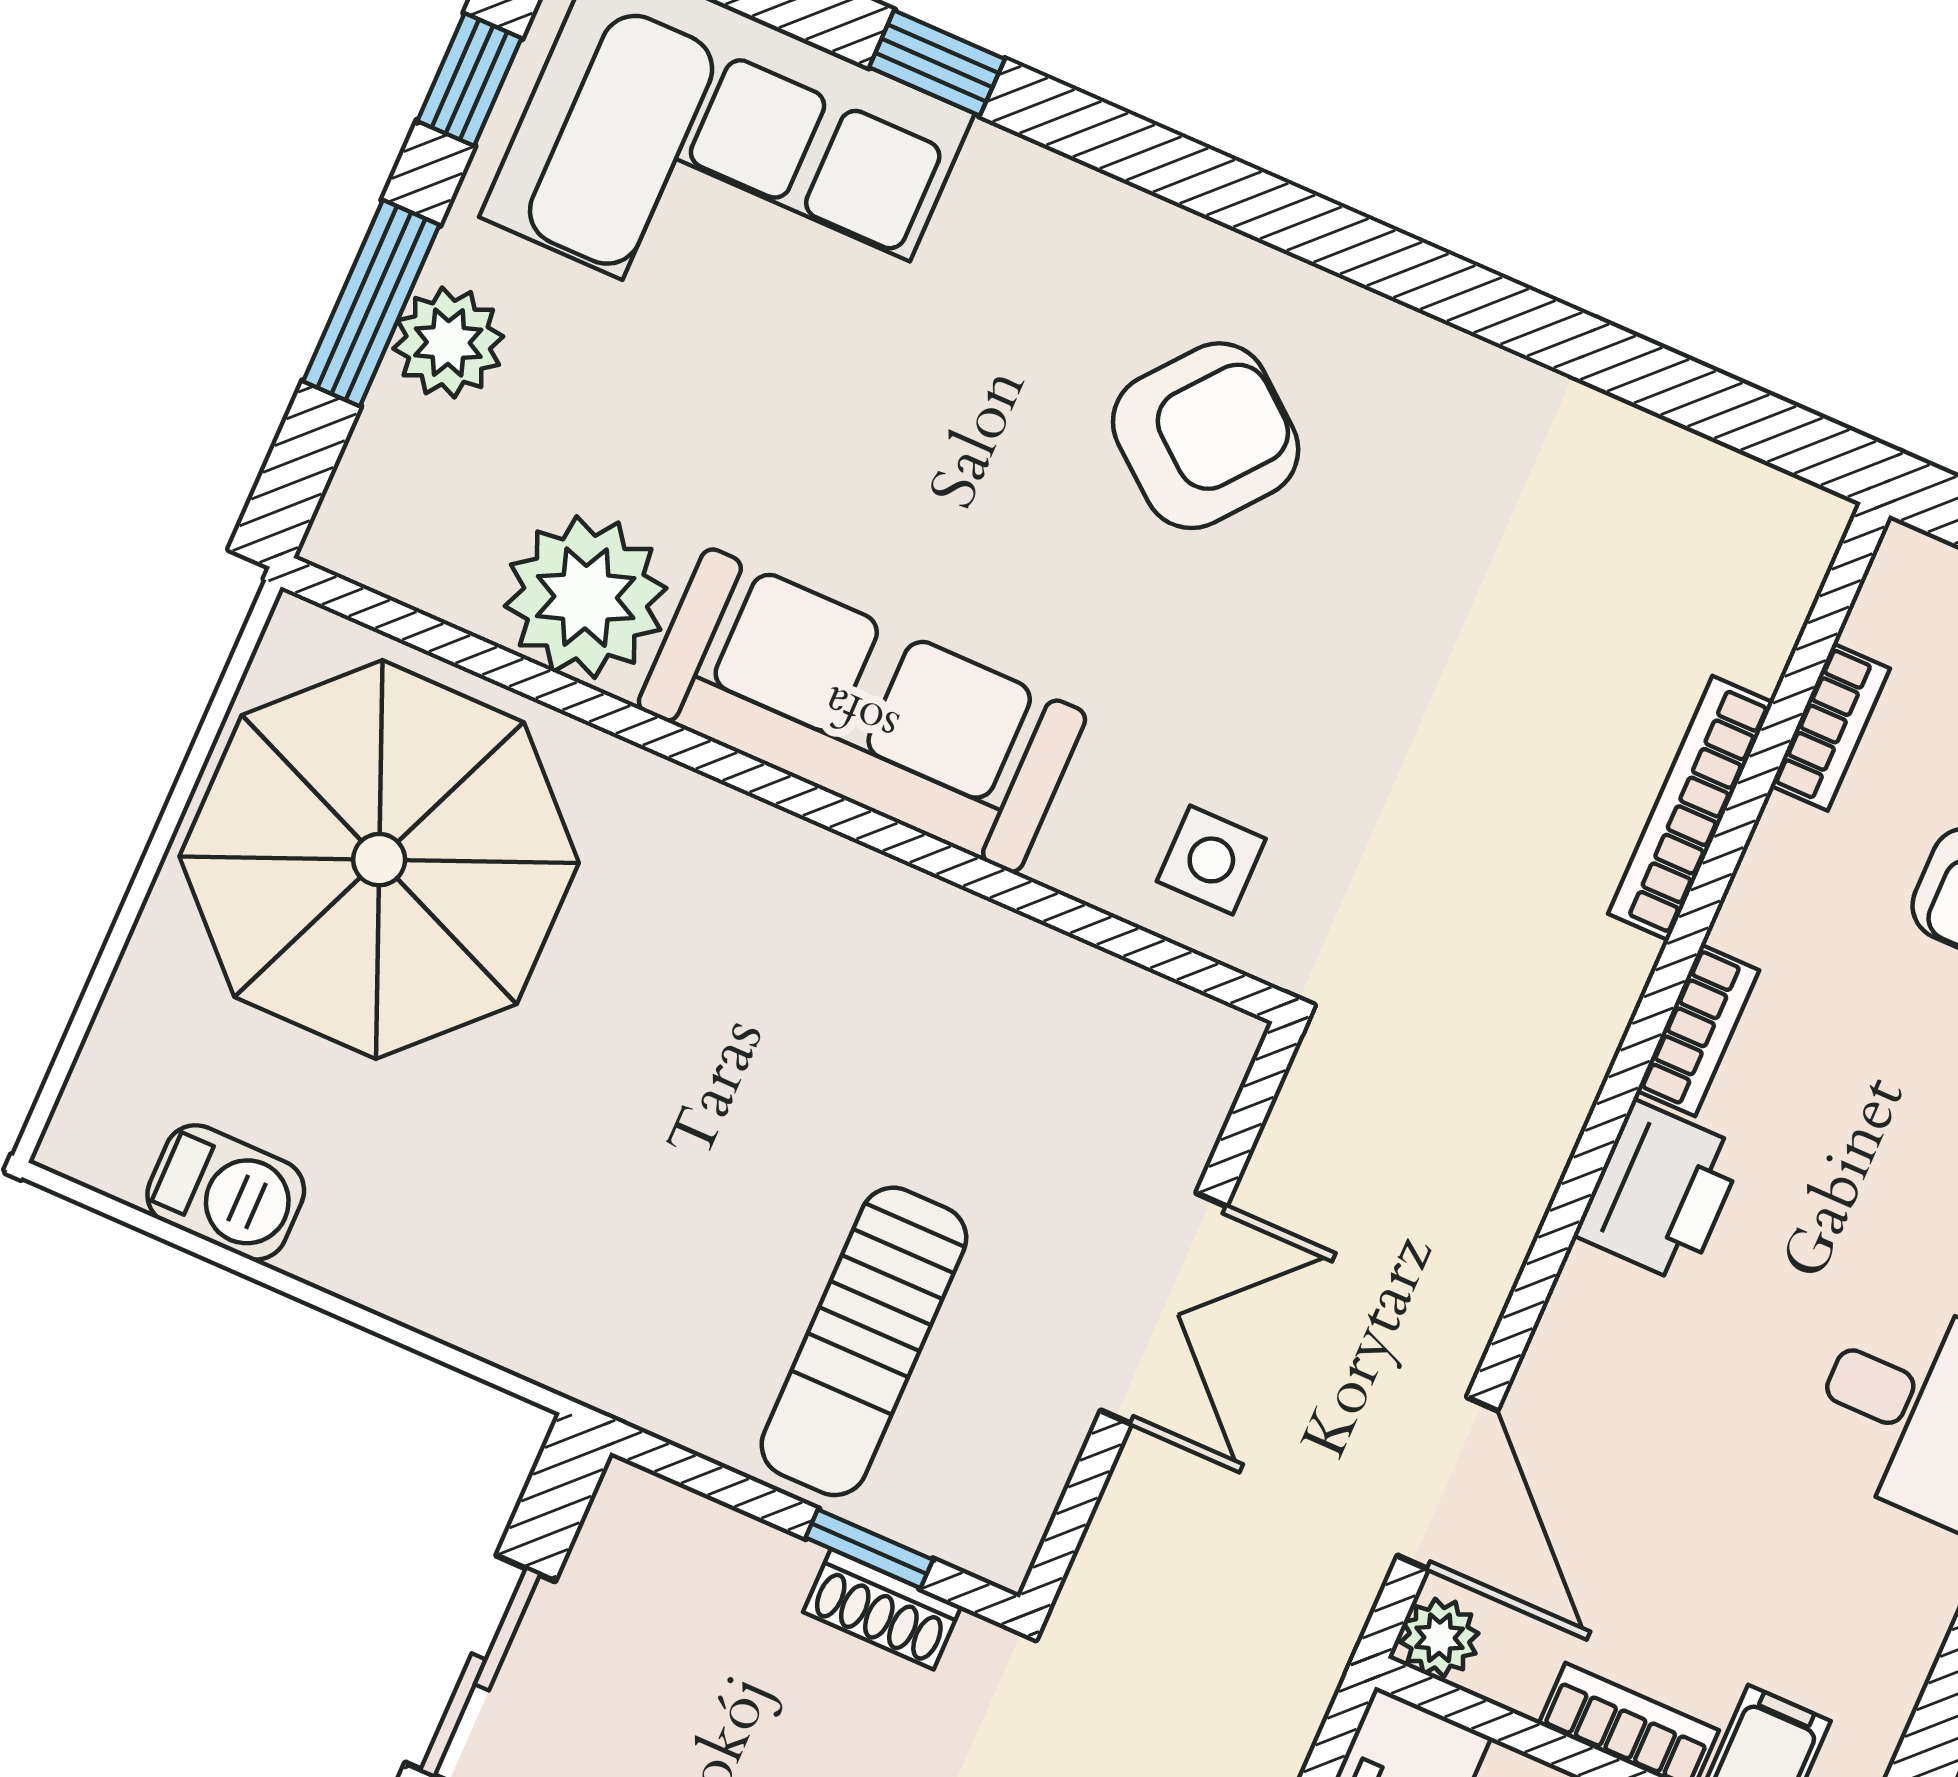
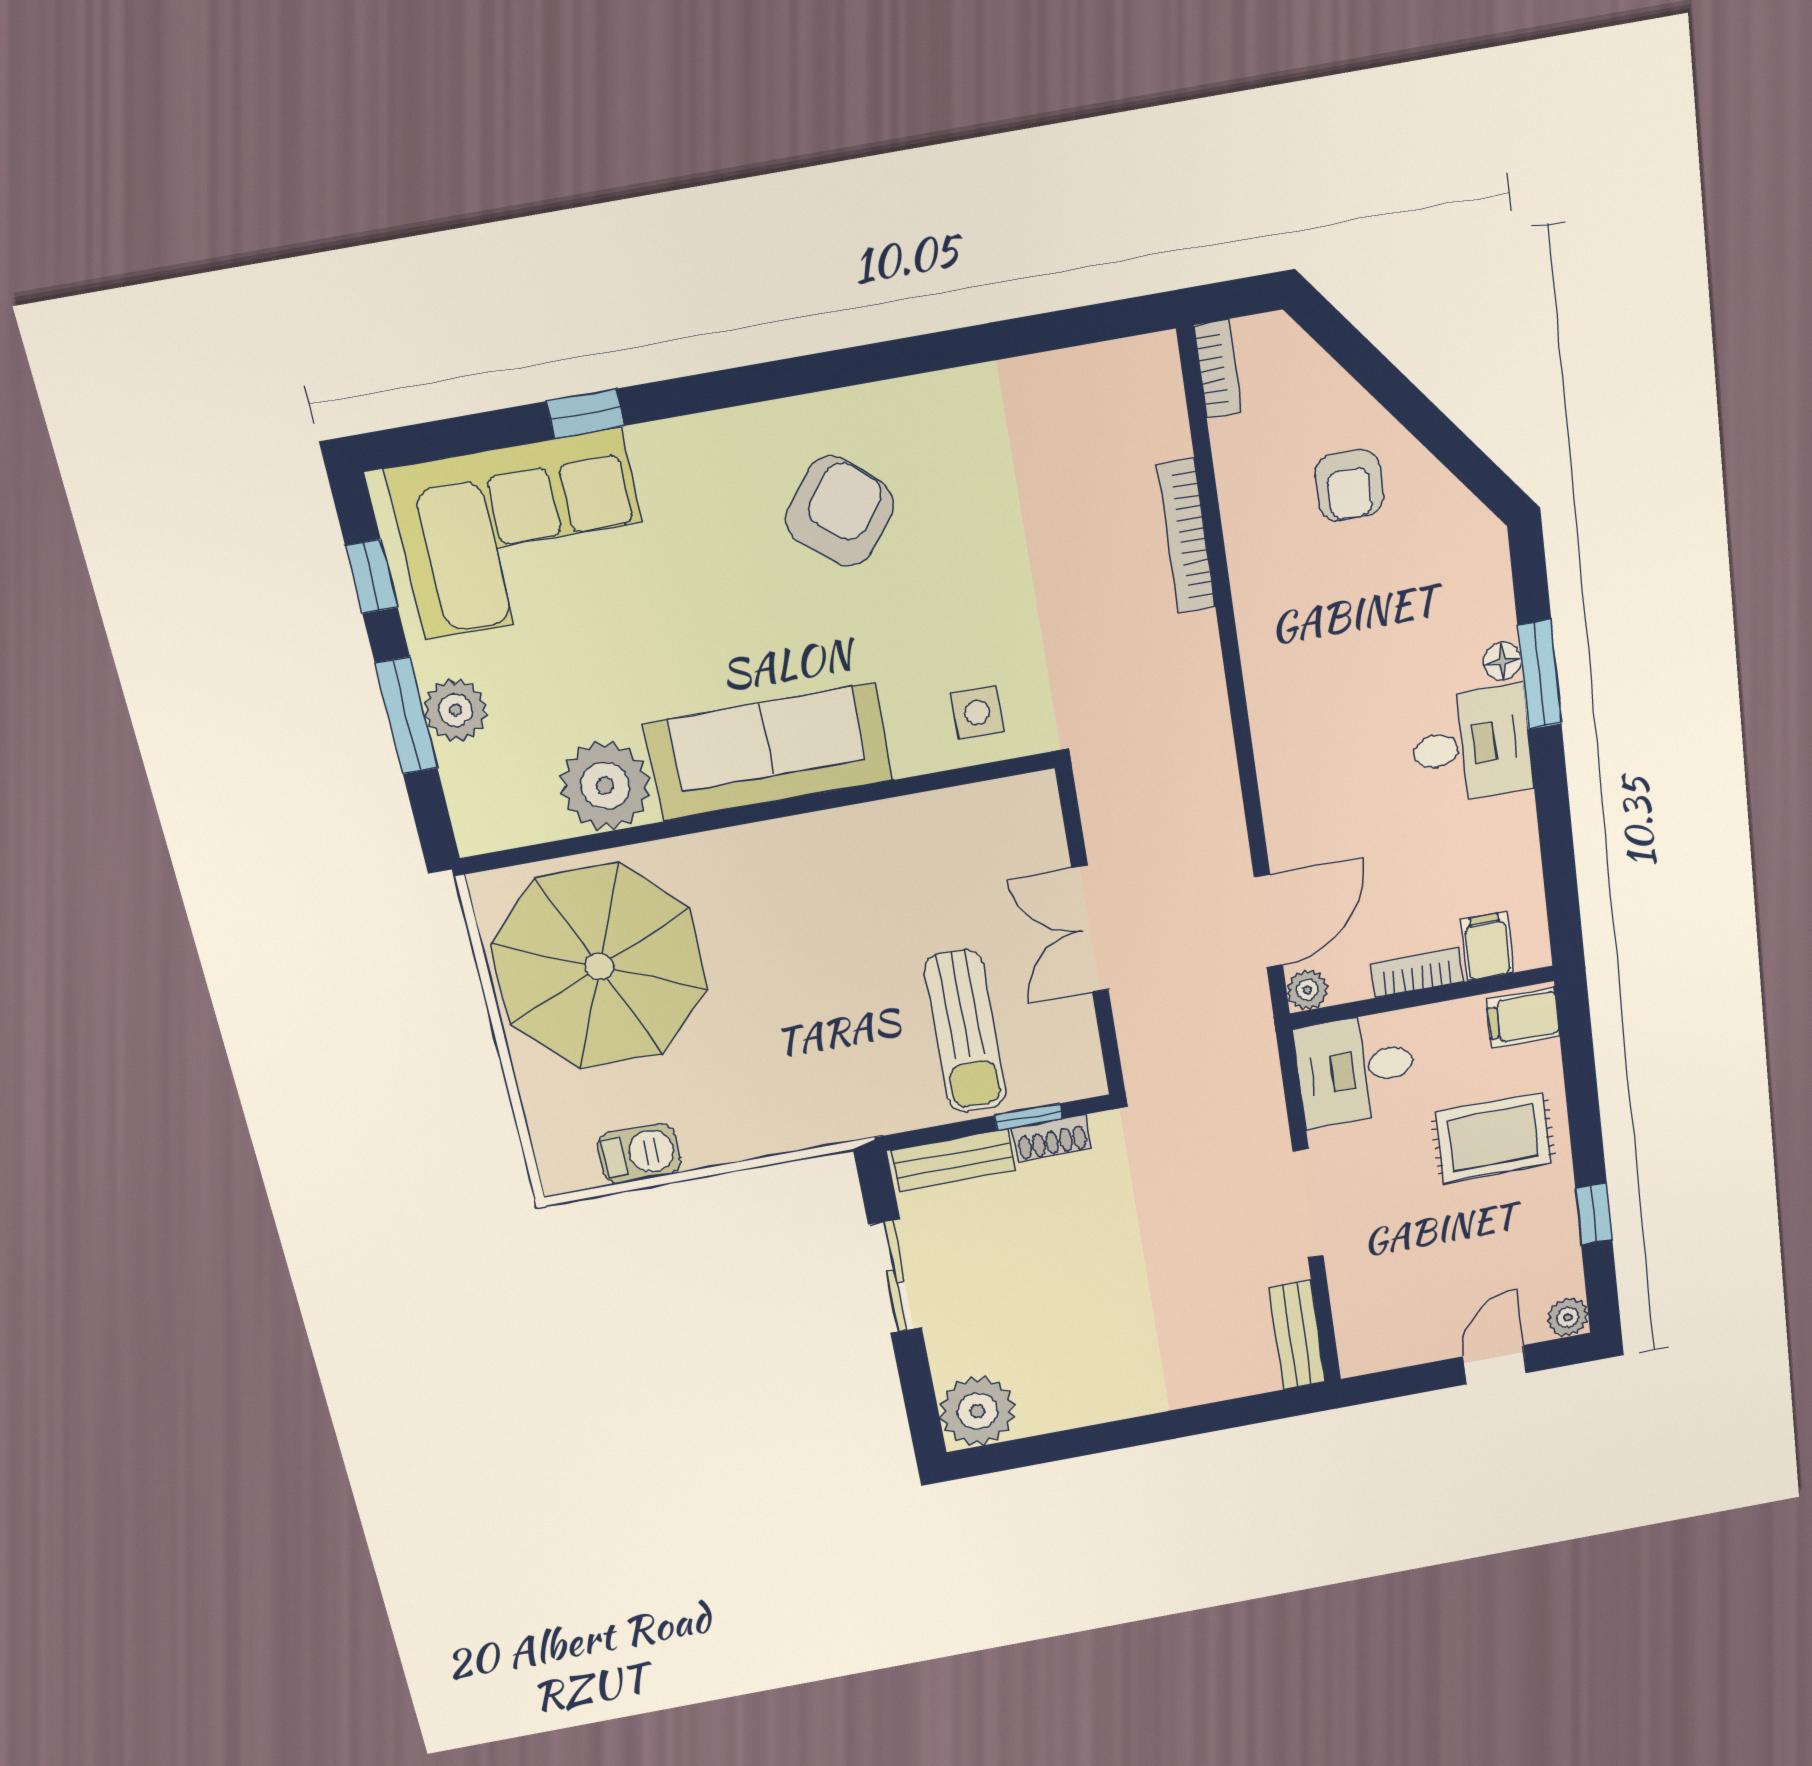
bookcase: (1830, 727) -> (1218, 369), moved
bookcase: (1698, 1030) -> (1256, 640), removed
printer: (1660, 1192) -> (1284, 727), removed
double door: (1164, 1308) -> (1090, 929), swing flipped
door: (1447, 1483) -> (1268, 921), hinge flipped
bench: (704, 1540) -> (953, 1160), added

